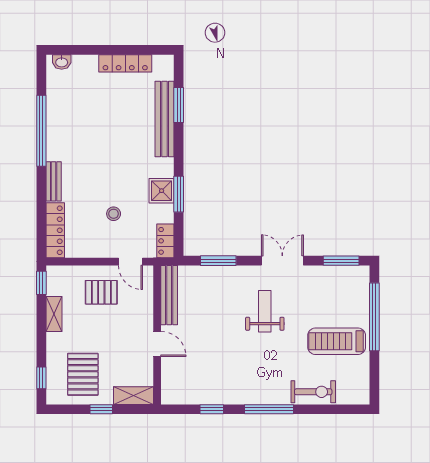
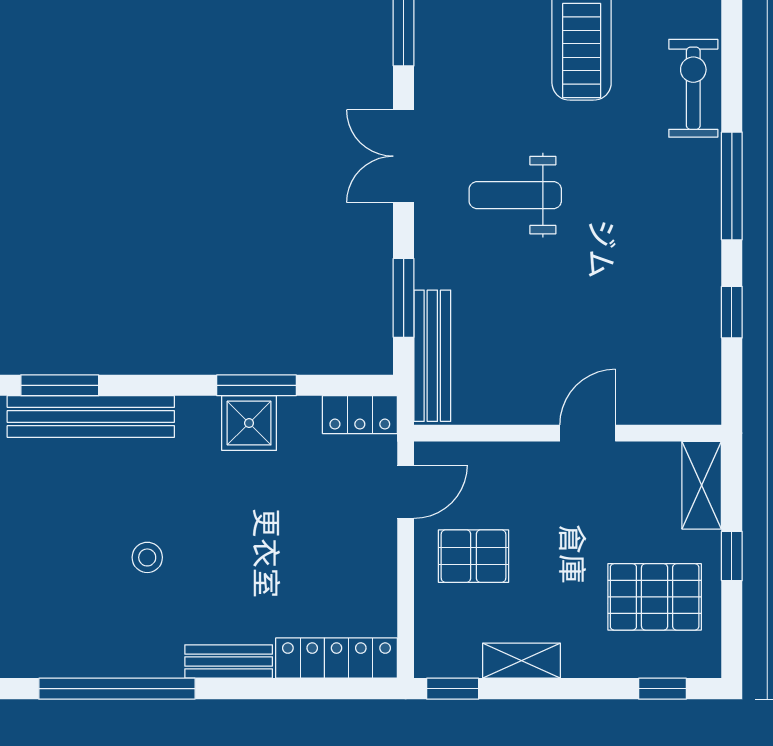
stool: (114, 214) -> (147, 557), moved
pallet: (101, 292) -> (474, 556), turned 90
bench: (169, 295) -> (432, 356), moved, turned 90

